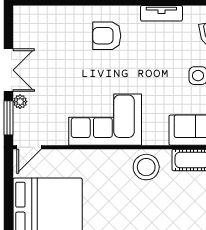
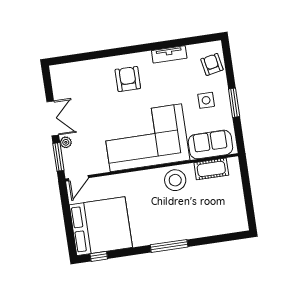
armchair: (107, 36) -> (128, 79), turned 90
corner sofa: (105, 120) -> (146, 138), width x1.36, depth x1.36

